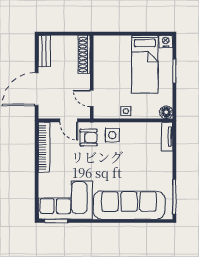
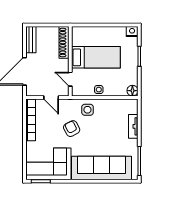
bed: (145, 64) -> (96, 57), moved, turned -90
tv unit: (167, 137) -> (133, 126), moved
armchair: (89, 138) -> (72, 129), moved, turned -118

